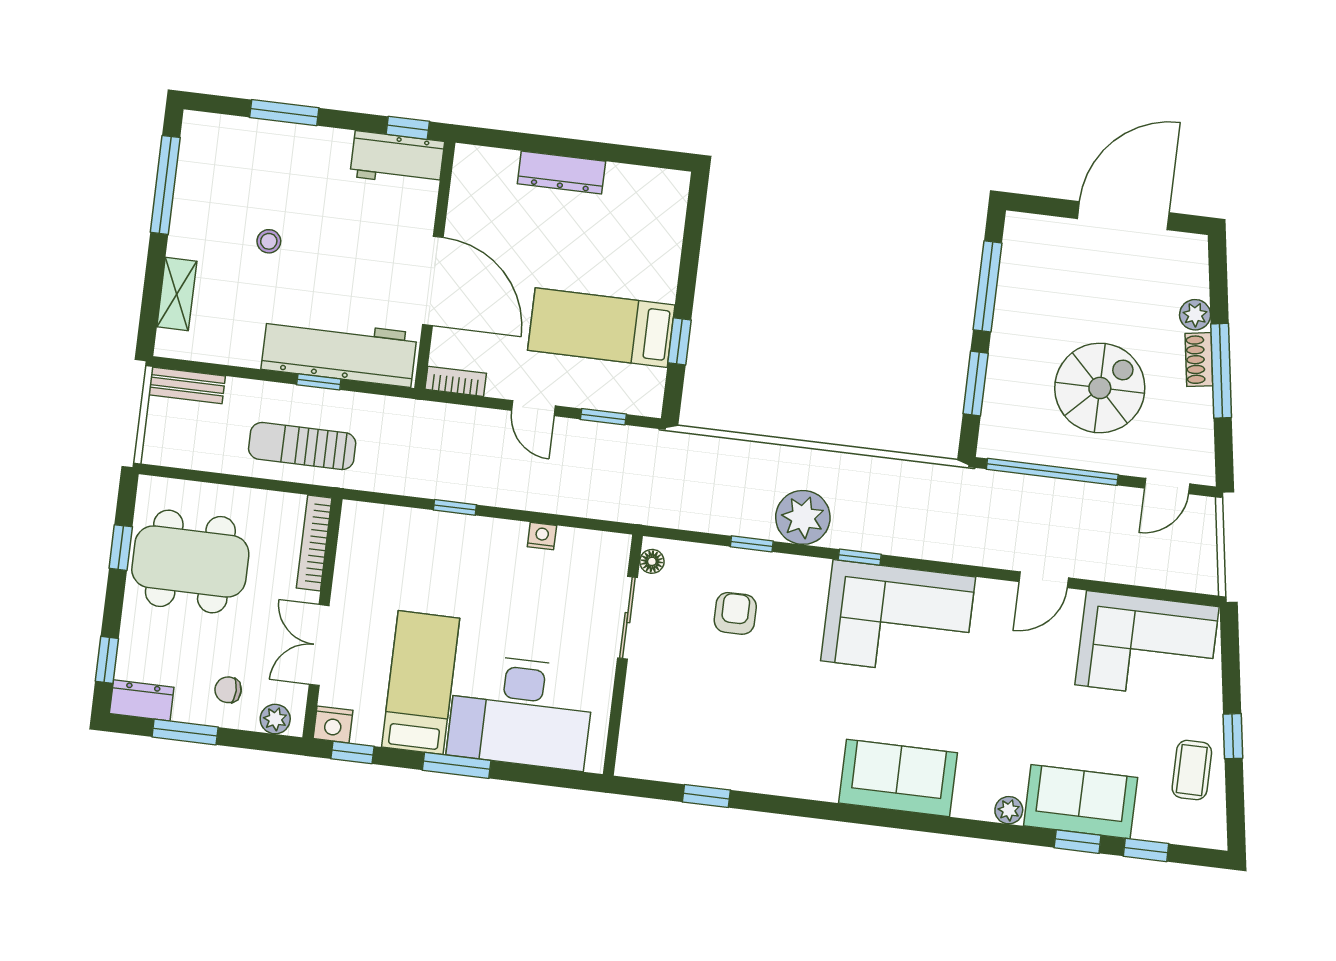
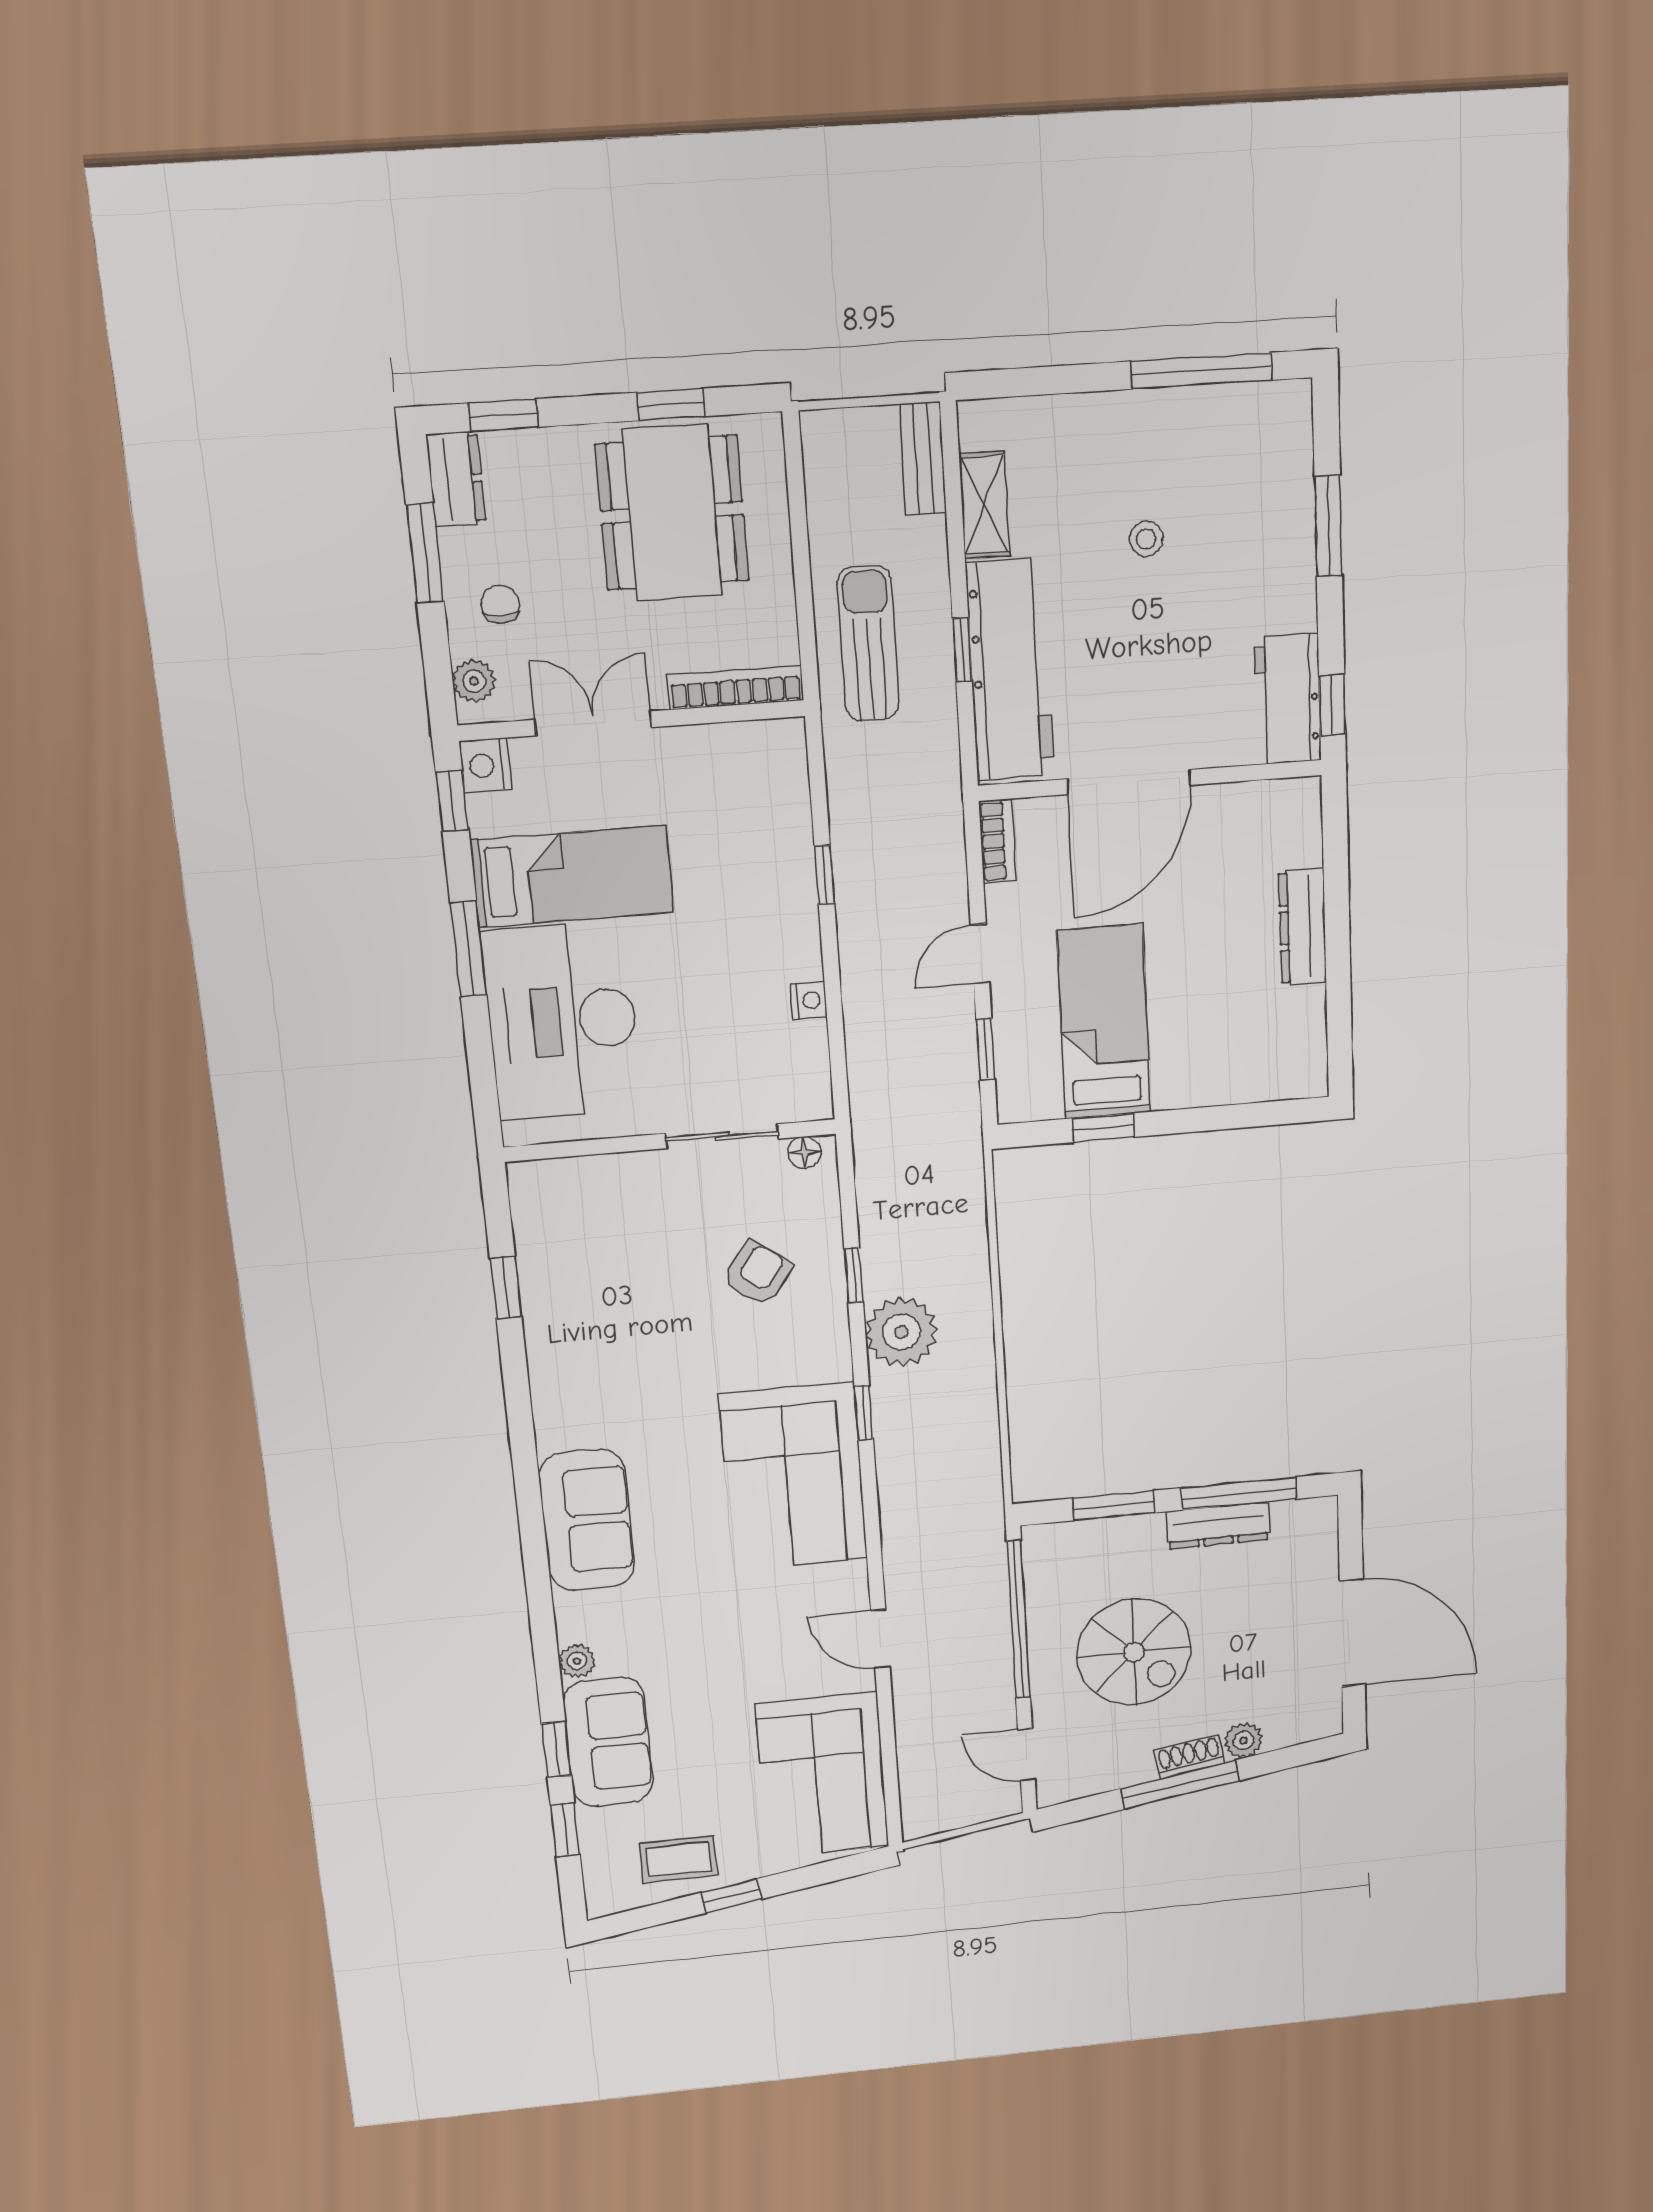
shelving: (177, 294) -> (984, 505), moved, turned 90
dresser: (1010, 306) -> (1218, 1525), added
armchair: (735, 613) -> (757, 1274), turned -54

